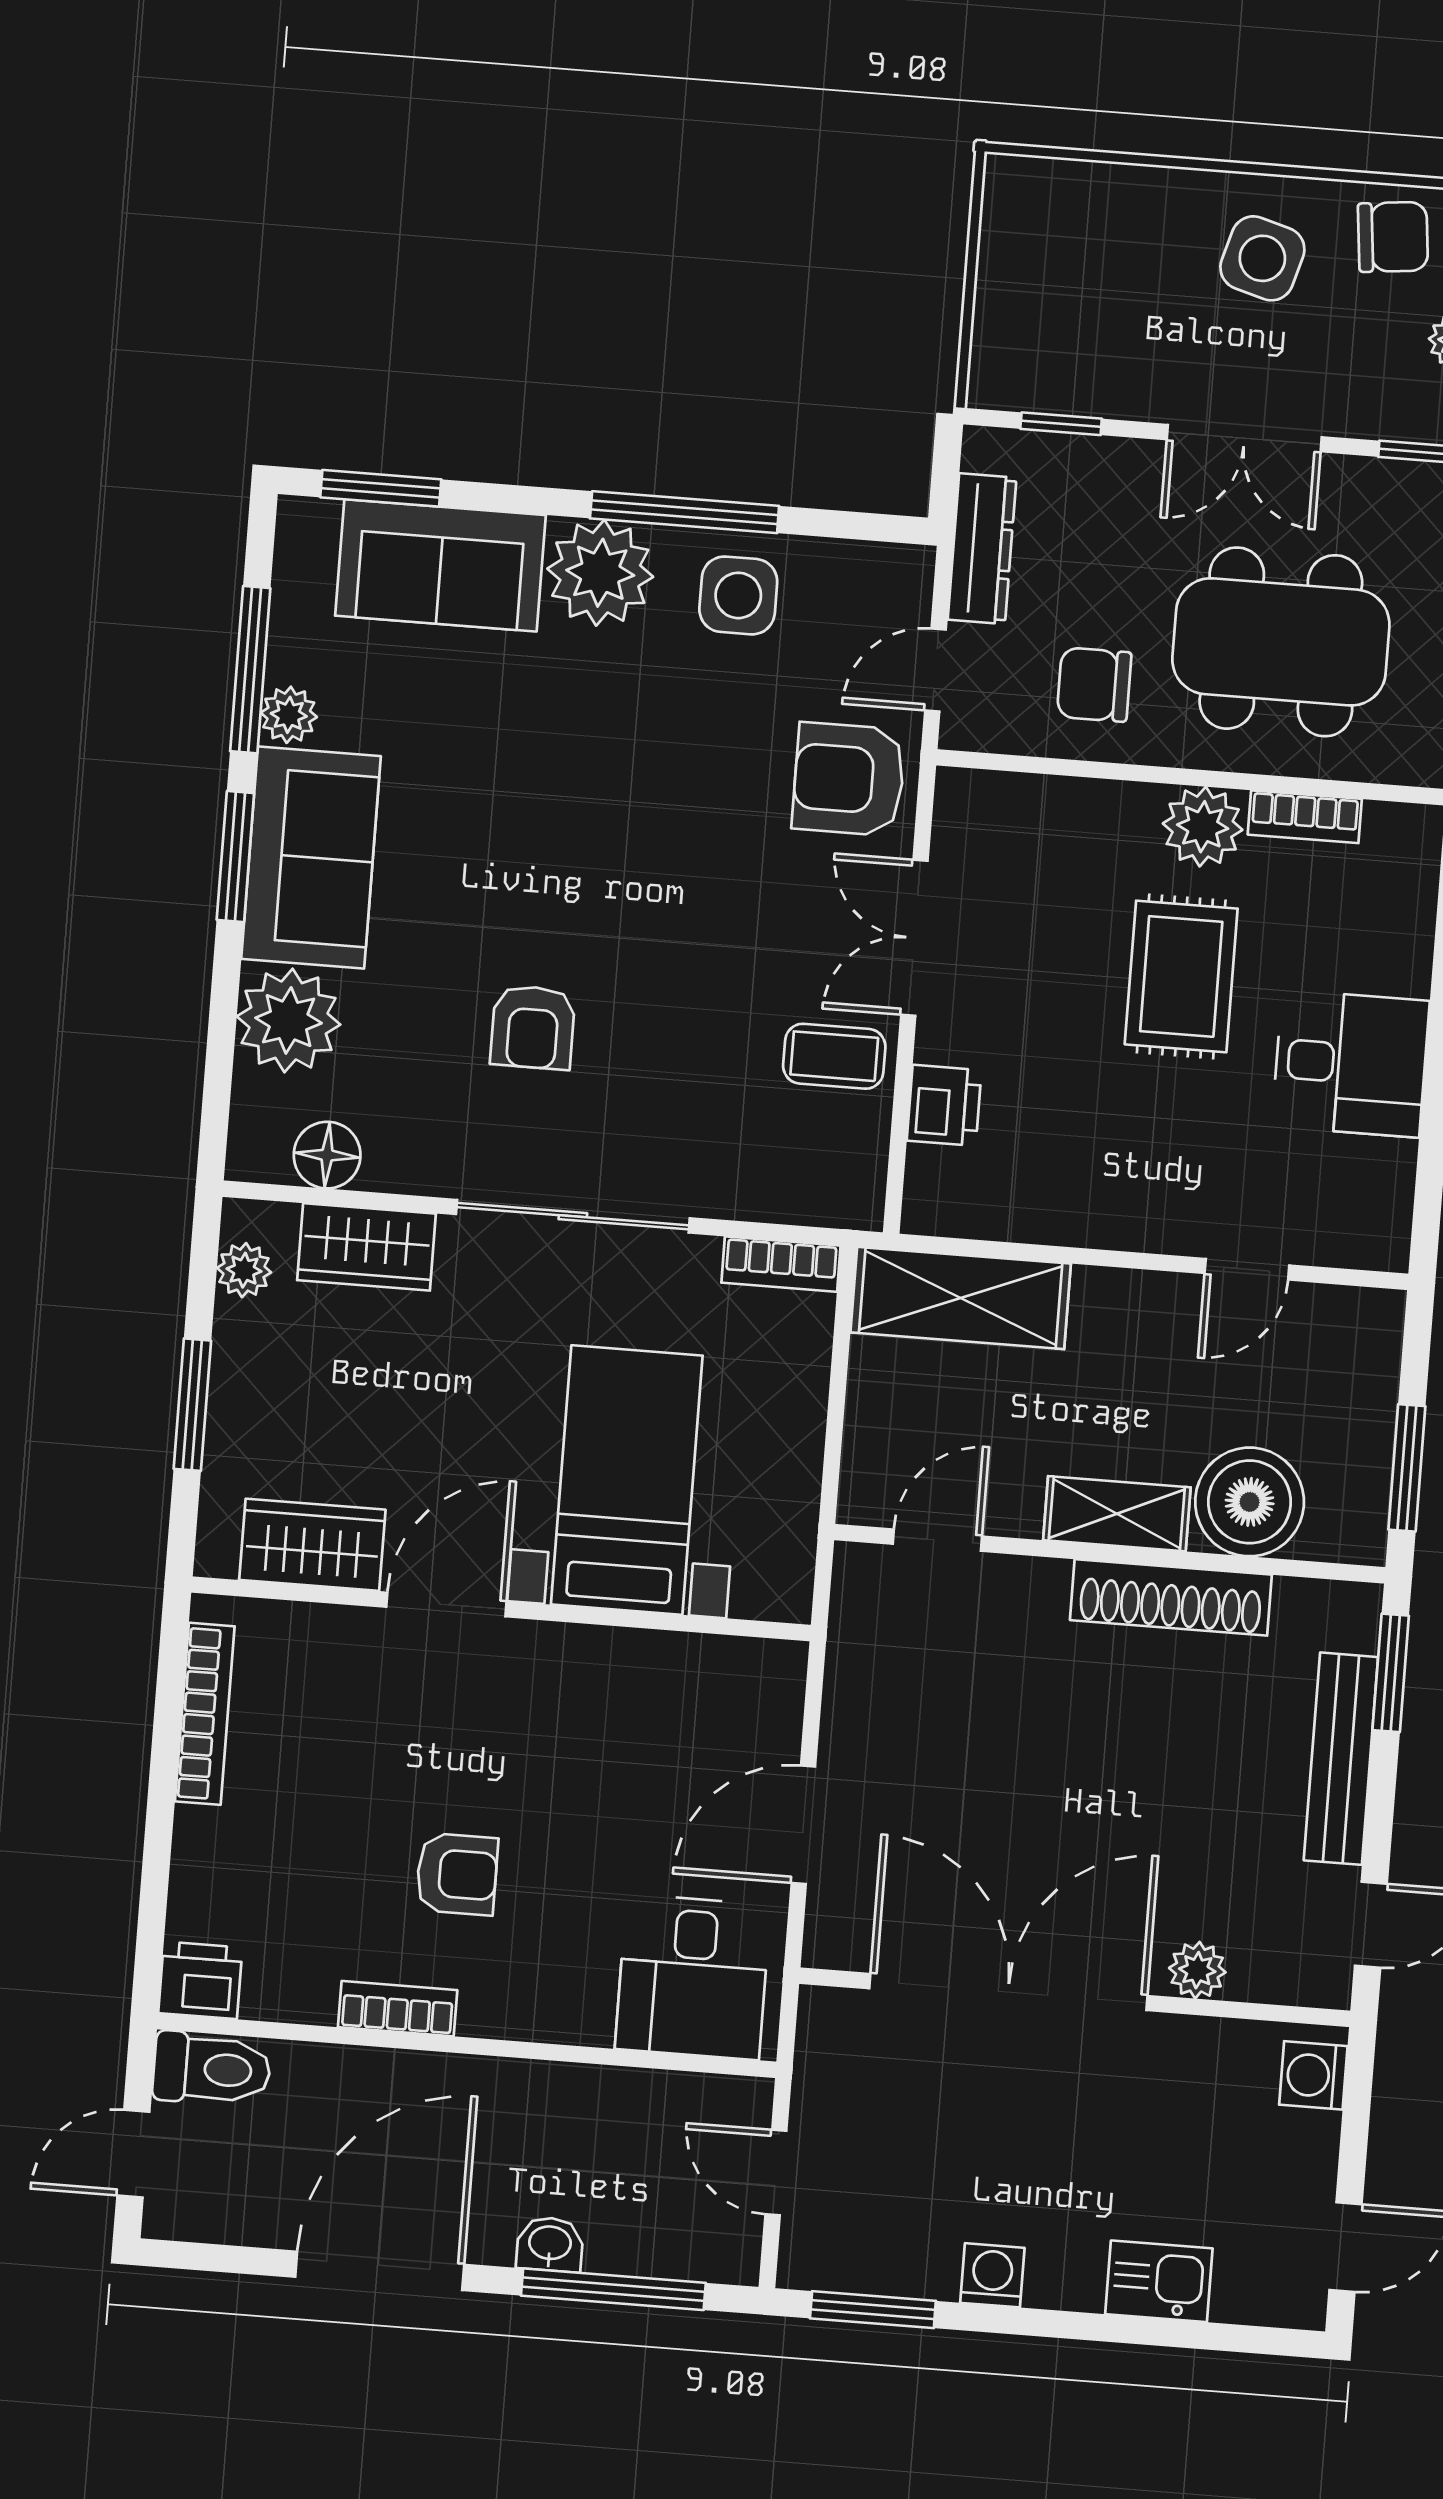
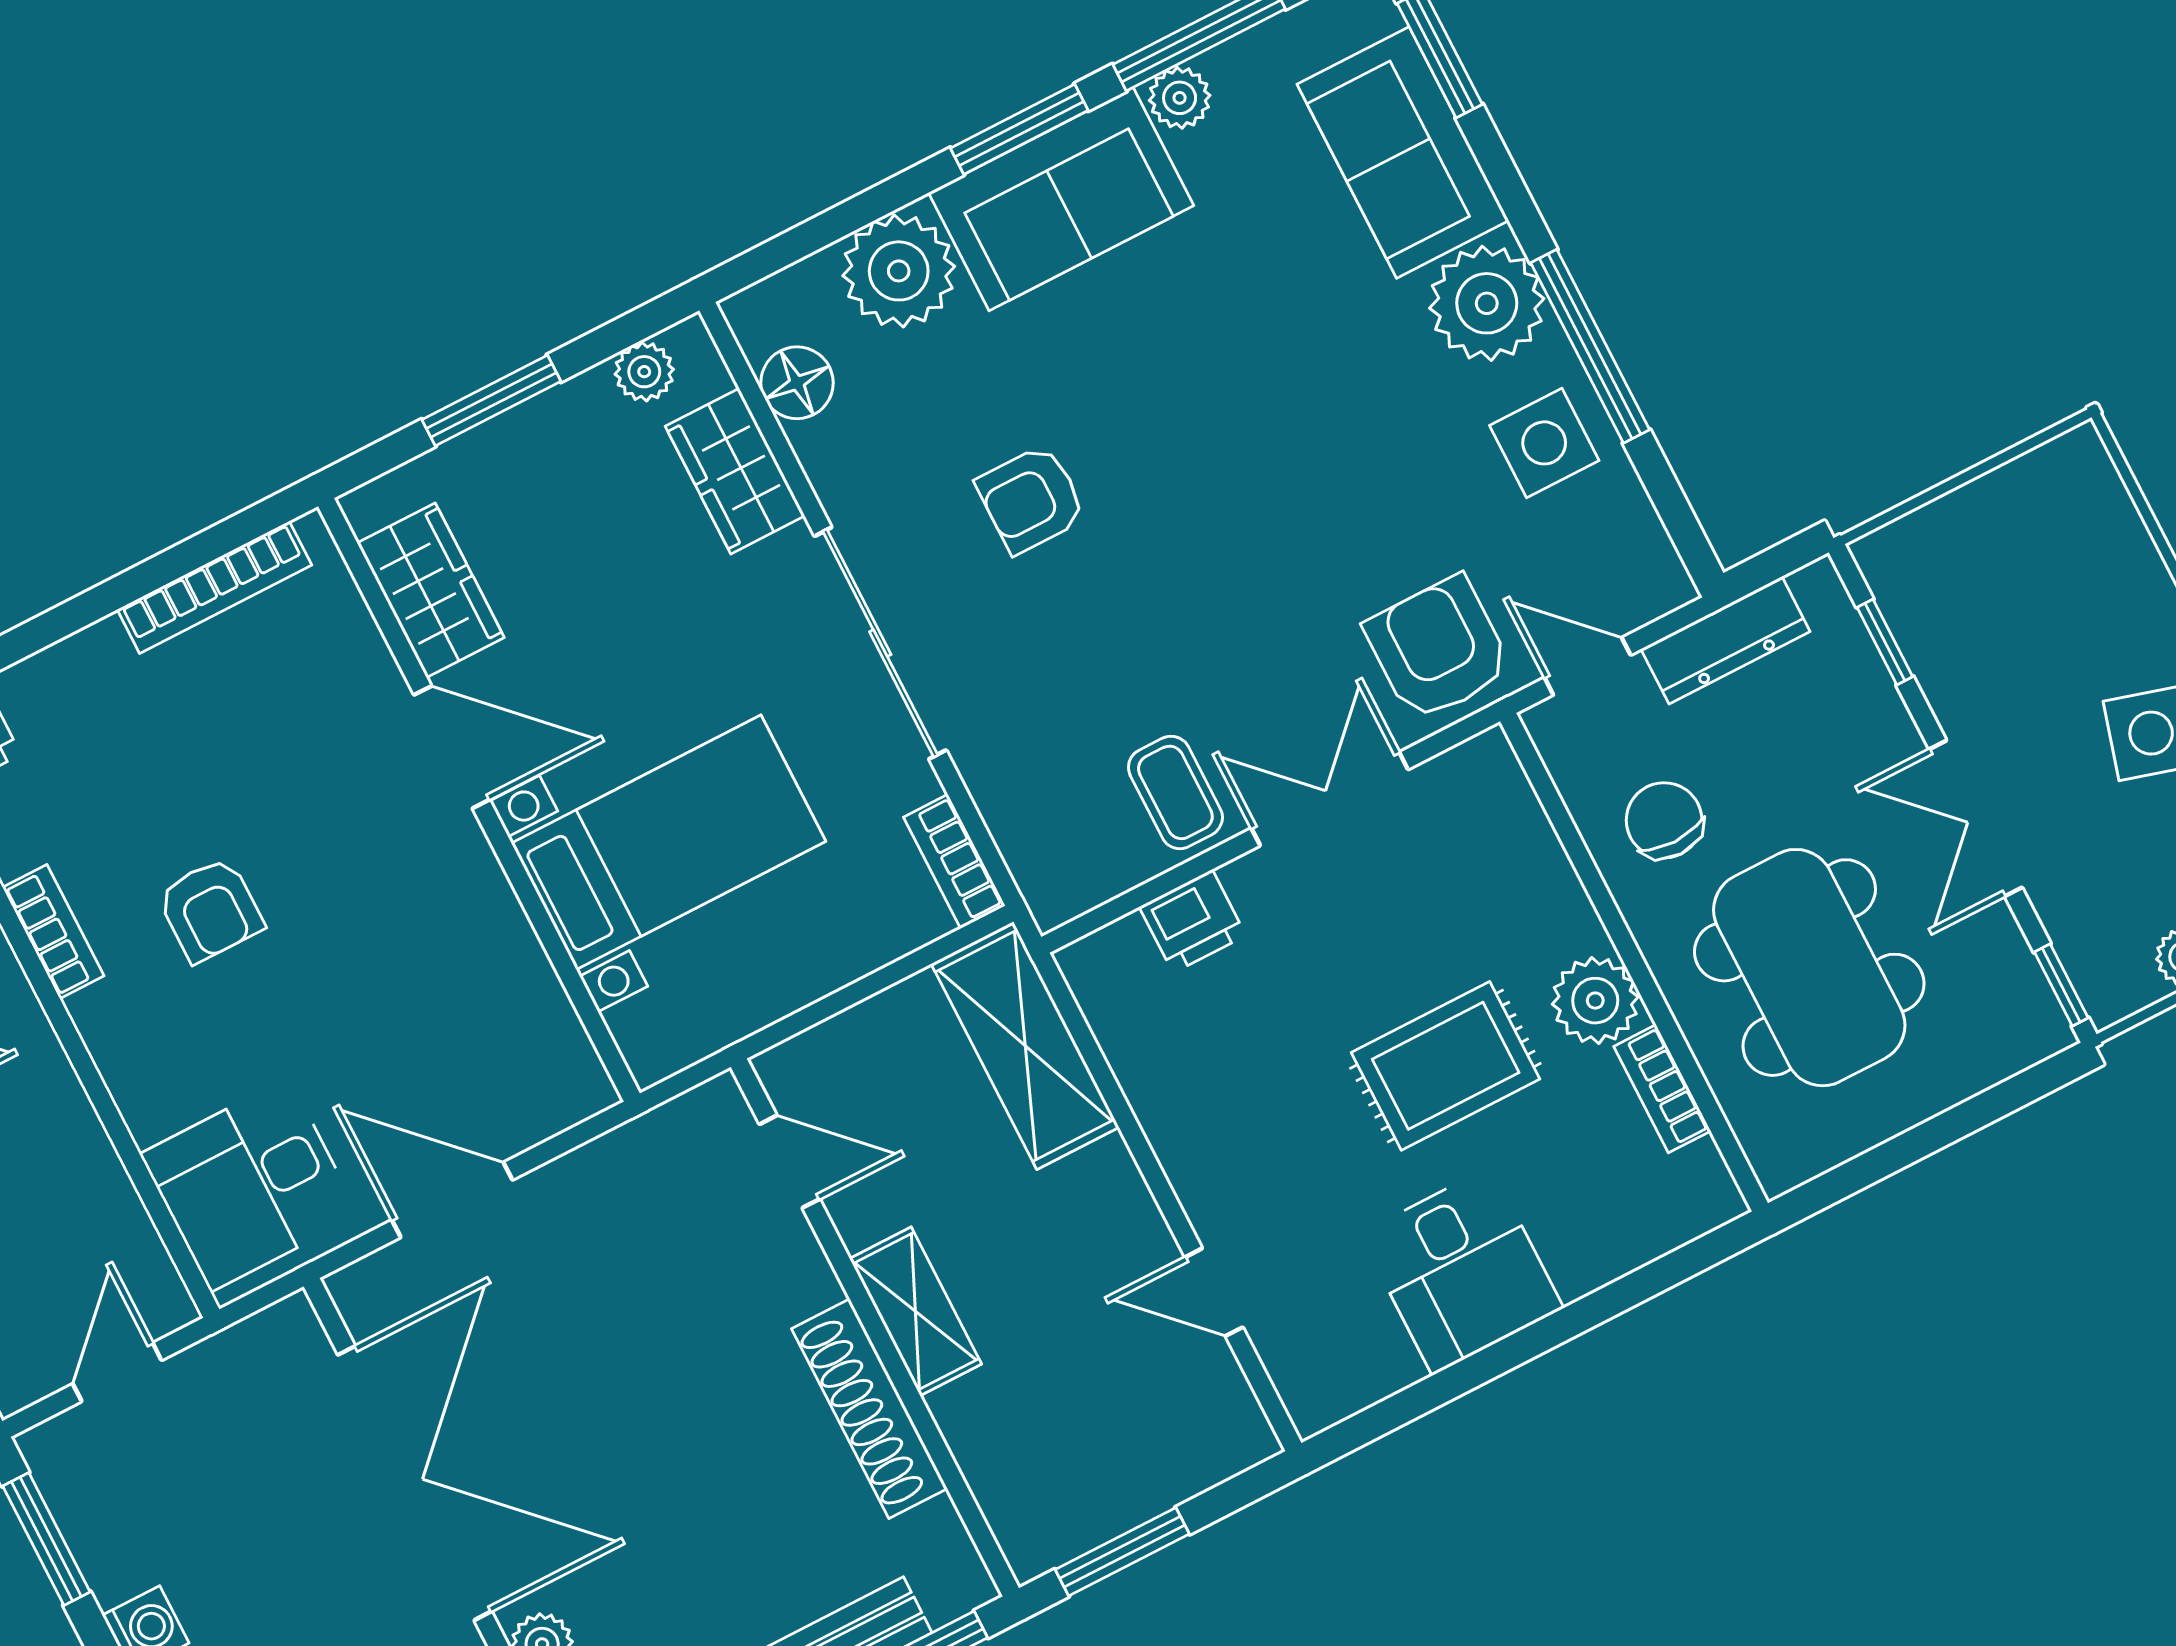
boiler: (1250, 1502) -> (1002, 1427), removed

